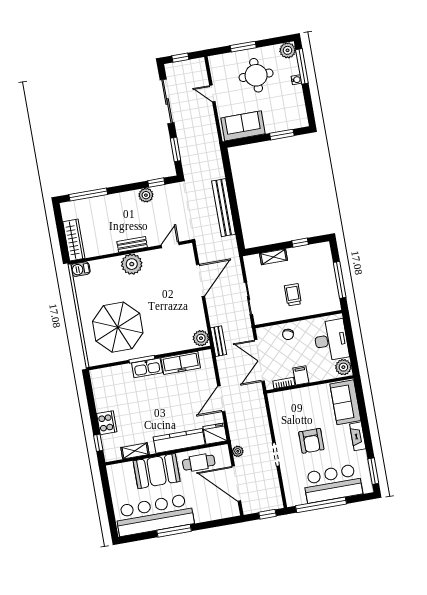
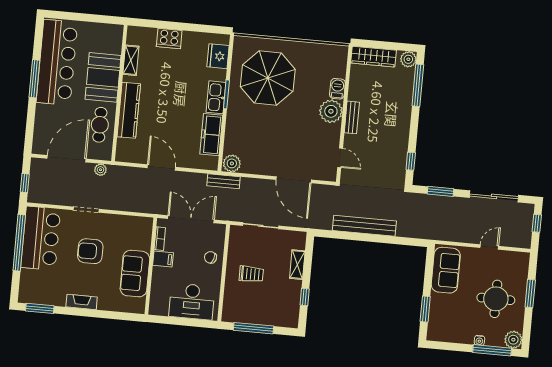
plant: (146, 195) -> (408, 59), moved
barbecue: (80, 269) -> (337, 89), moved
plant: (343, 367) -> (159, 307), removed
sofa: (345, 402) -> (135, 274), moved, turned -90
fridge: (215, 434) -> (218, 56), moved, turned 180
window: (98, 443) -> (150, 24), removed
bar counter: (333, 483) -> (41, 238), moved

